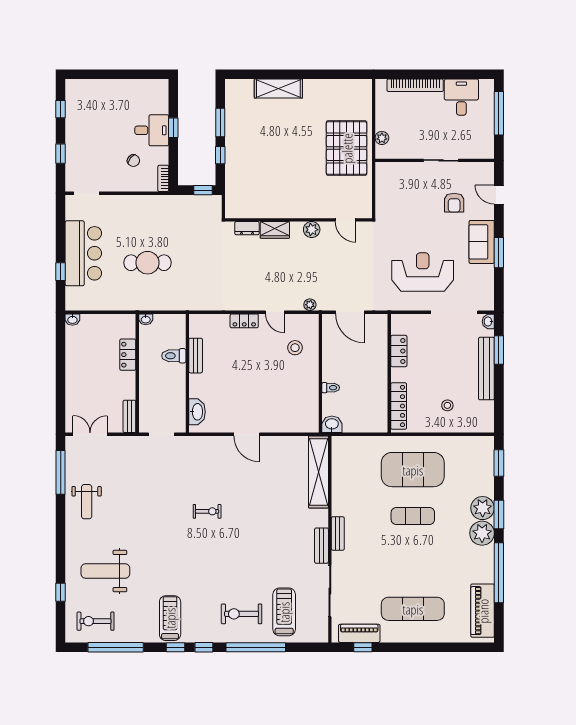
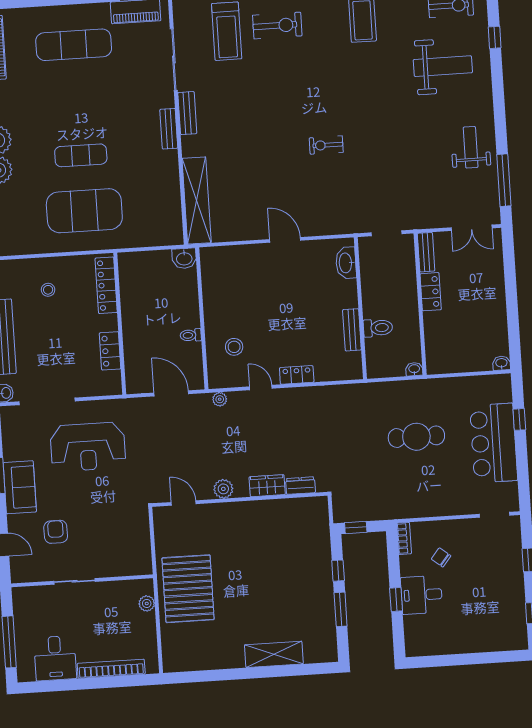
locker: (128, 355) -> (431, 292), moved
toilet: (331, 388) -> (191, 335), moved

